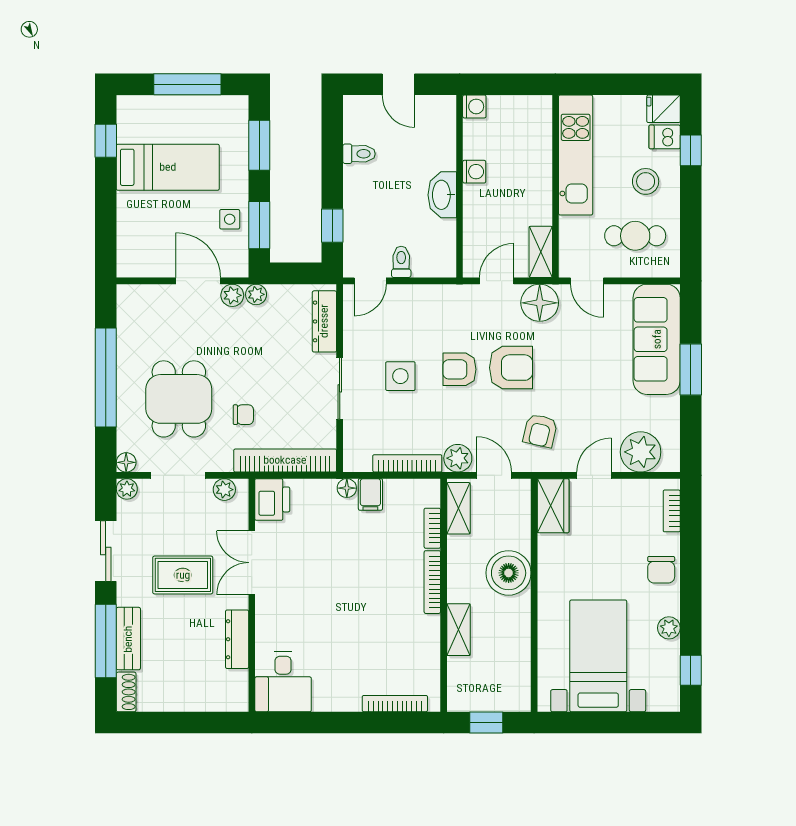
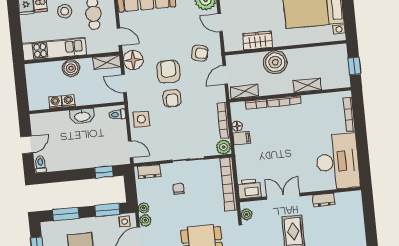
washing machine: (474, 106) -> (55, 102), moved
toilet: (359, 154) -> (41, 164), moved
boiler: (536, 183) -> (71, 68), added
side table: (230, 219) -> (125, 222), moved
toilet: (401, 262) -> (117, 114), moved
door: (587, 281) -> (119, 37), hinge flipped
dresser: (324, 321) -> (149, 171), width x0.70
side table: (400, 376) -> (141, 119), moved
chair: (243, 415) -> (178, 189), moved
plant: (458, 458) -> (223, 147), moved
floor lamp: (347, 488) -> (237, 126), moved
wardrobe: (553, 506) -> (258, 41), moved
double door: (252, 563) -> (283, 196), swing flipped
dresser: (237, 639) -> (324, 200), width x0.70
desk: (283, 682) -> (337, 162), width x1.87, depth x1.30

